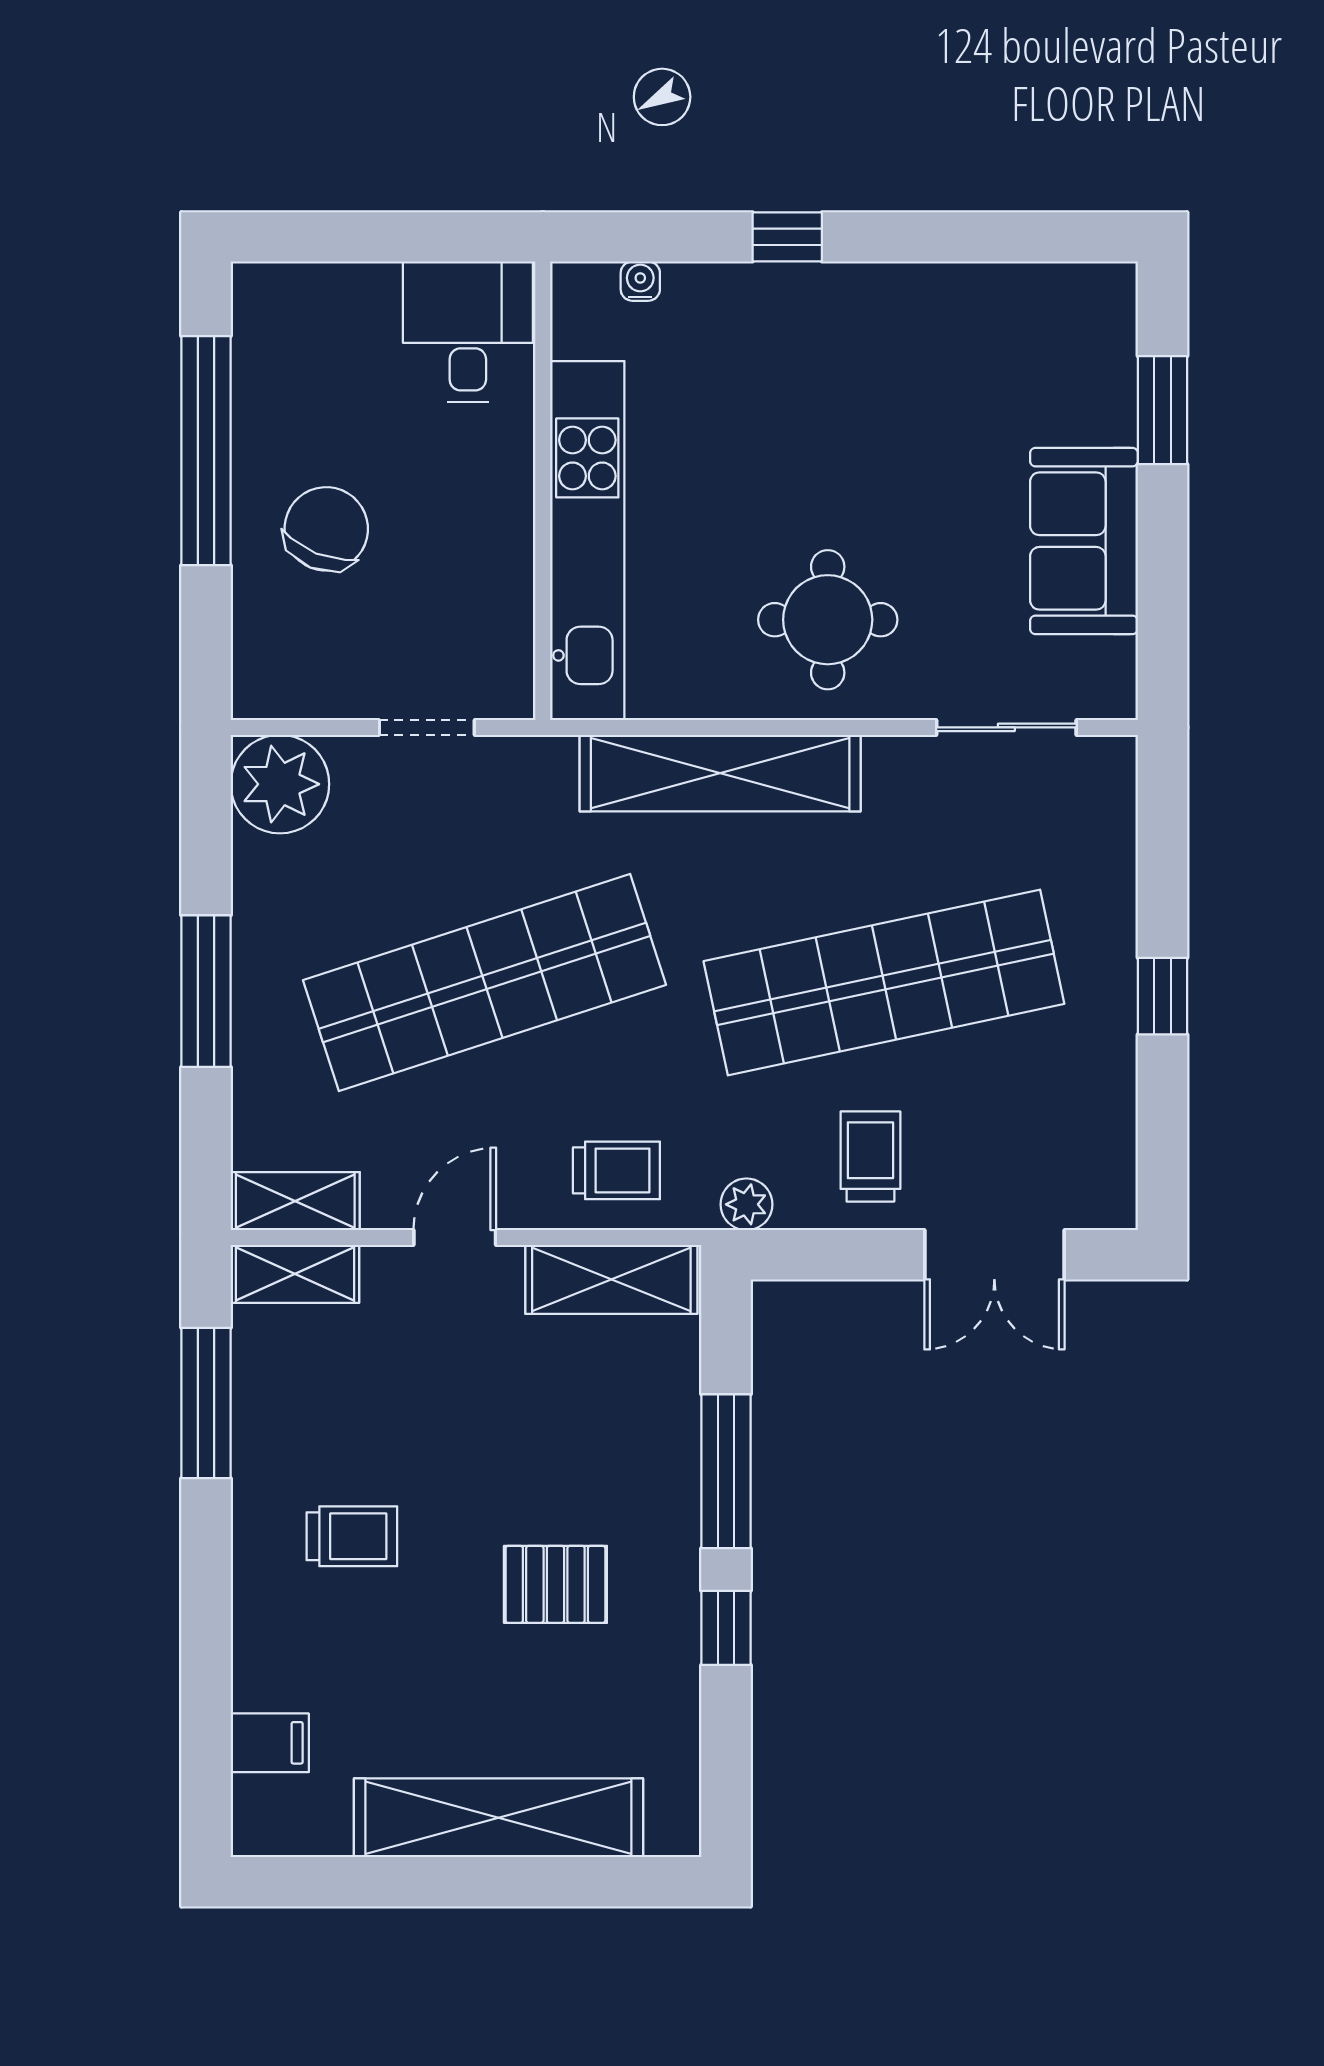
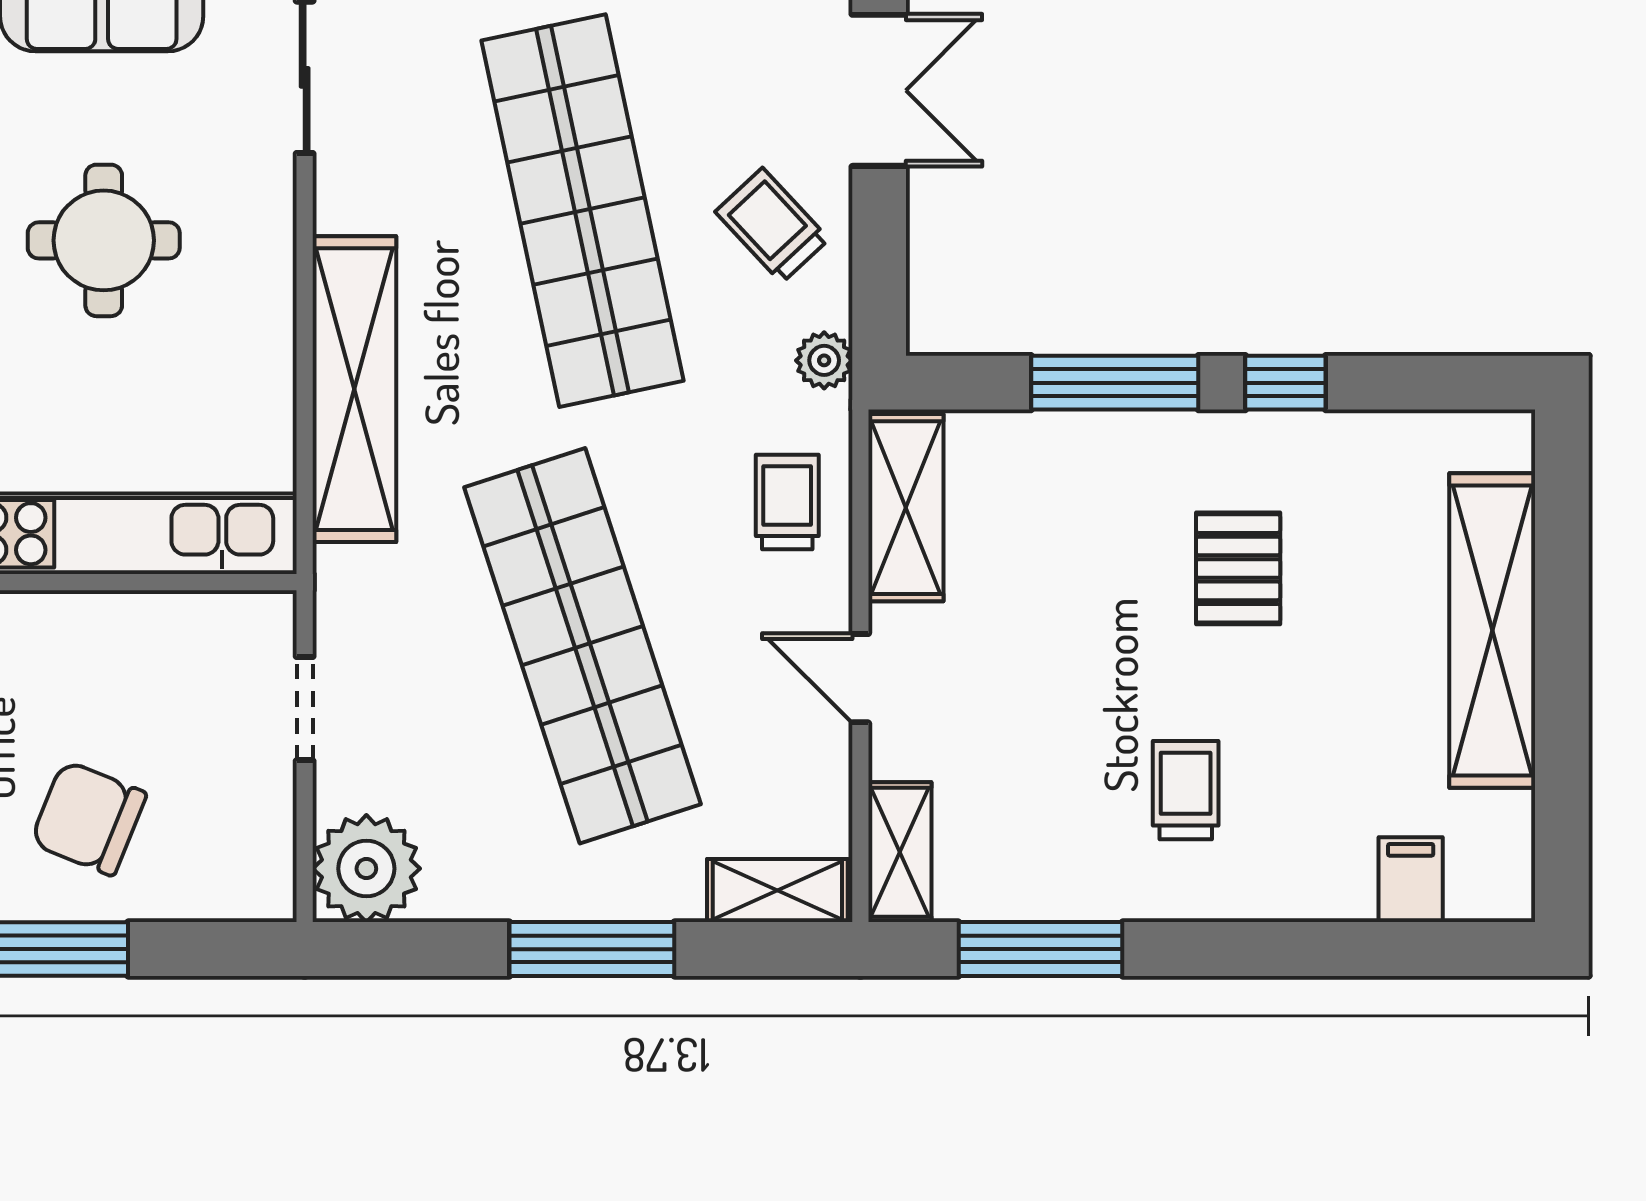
round table: (828, 620) -> (104, 240), moved
trolley: (870, 1157) -> (772, 225), turned 47
shelving: (295, 1201) -> (777, 891), moved, turned 90

